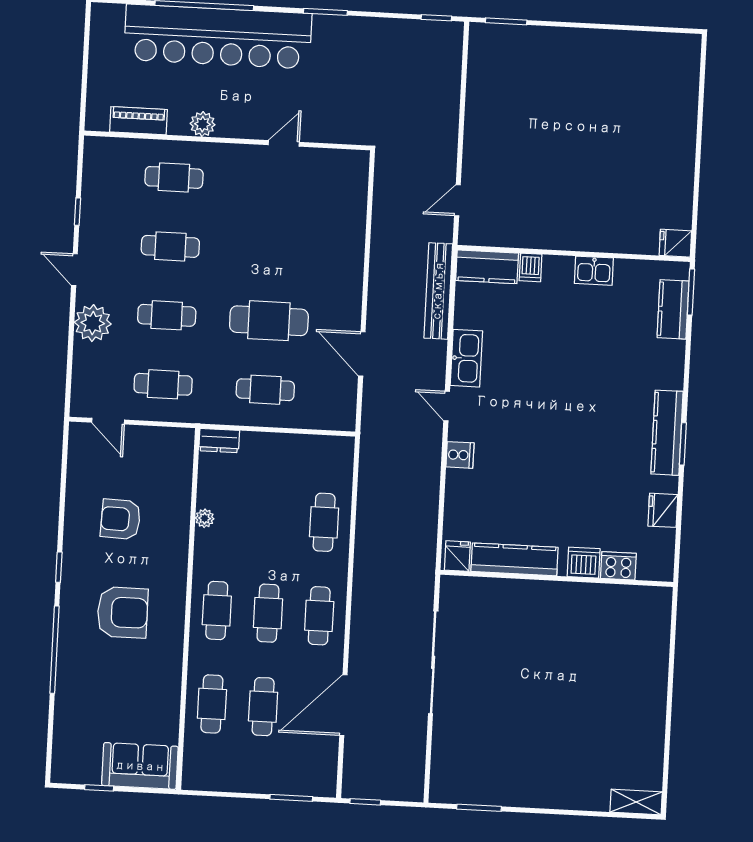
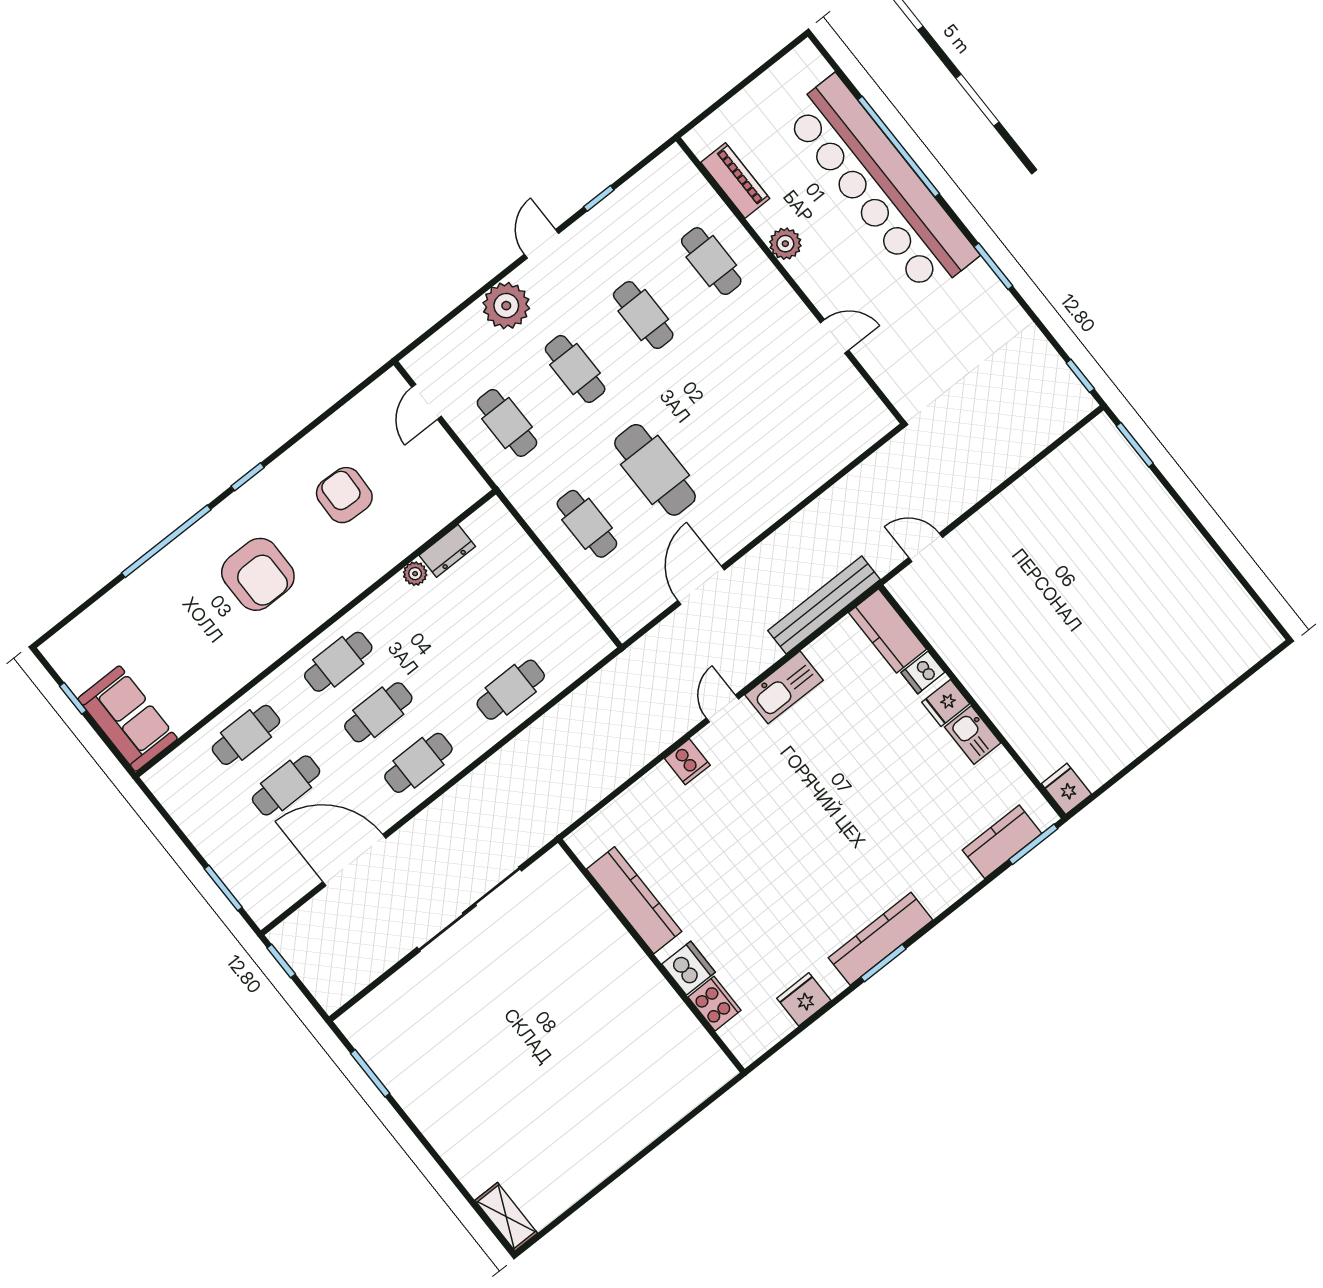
dresser: (219, 441) -> (447, 551), moved, turned -90
fridge: (457, 556) -> (946, 703), moved, turned 180

